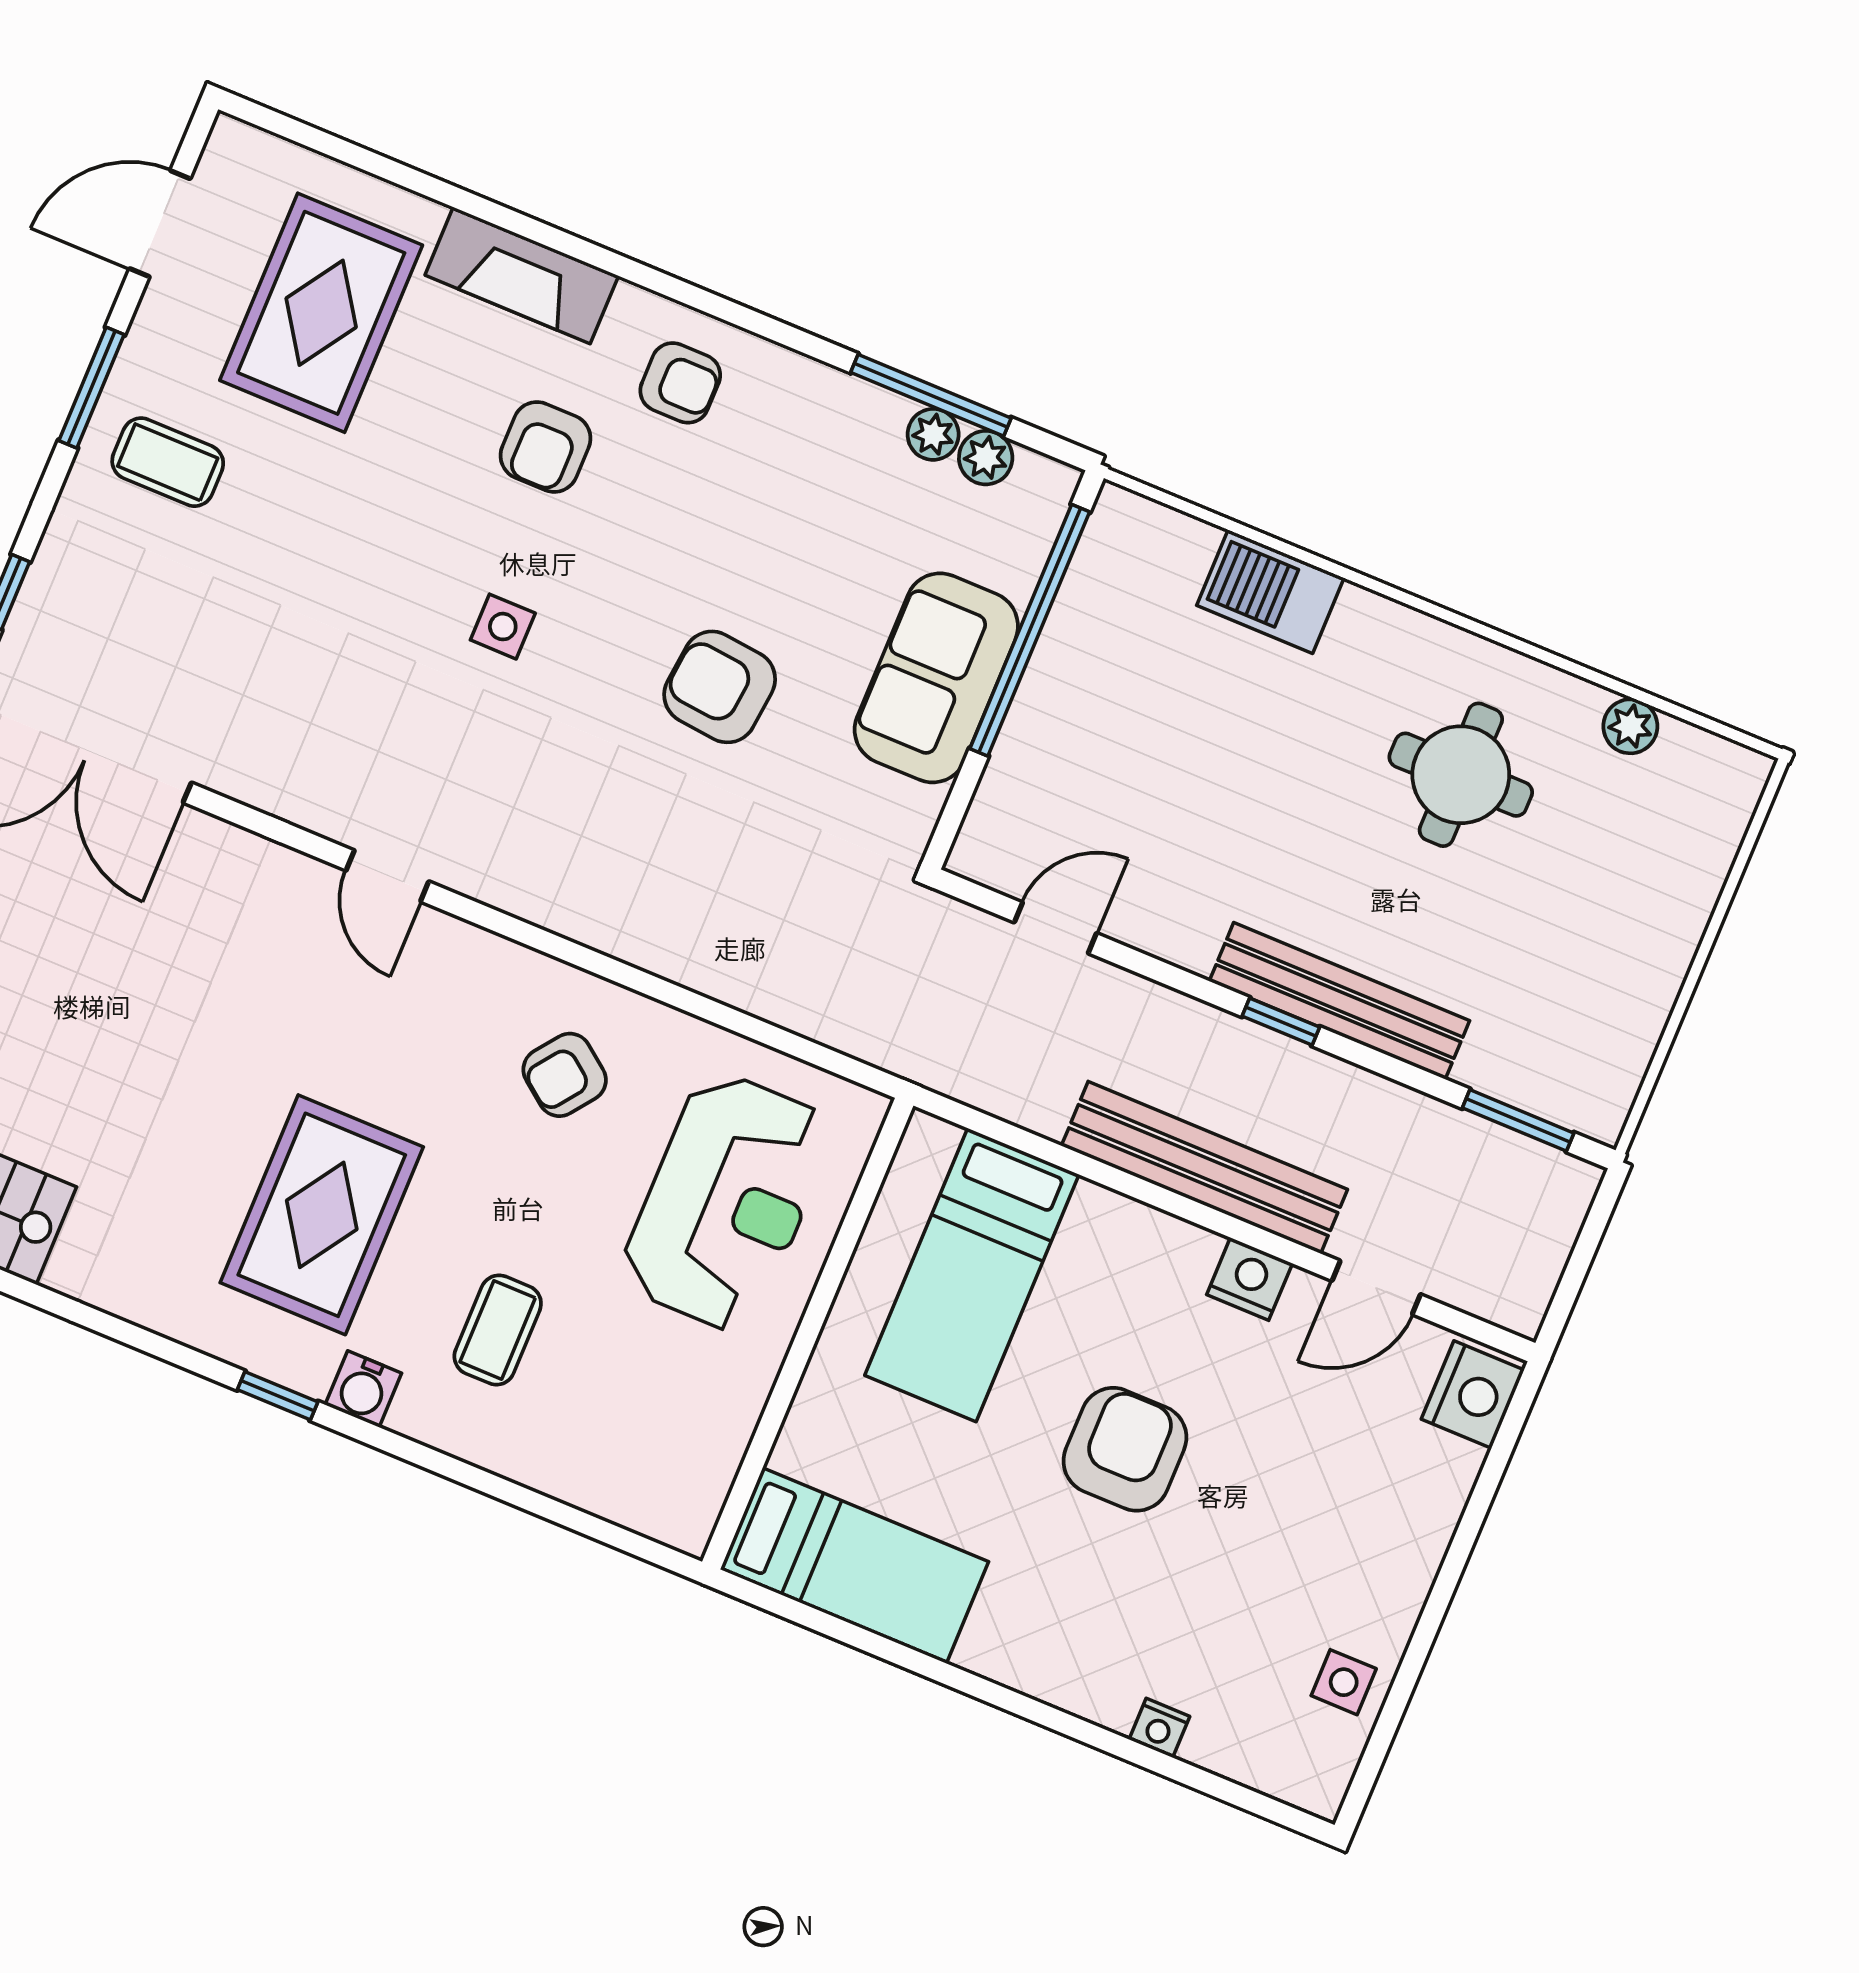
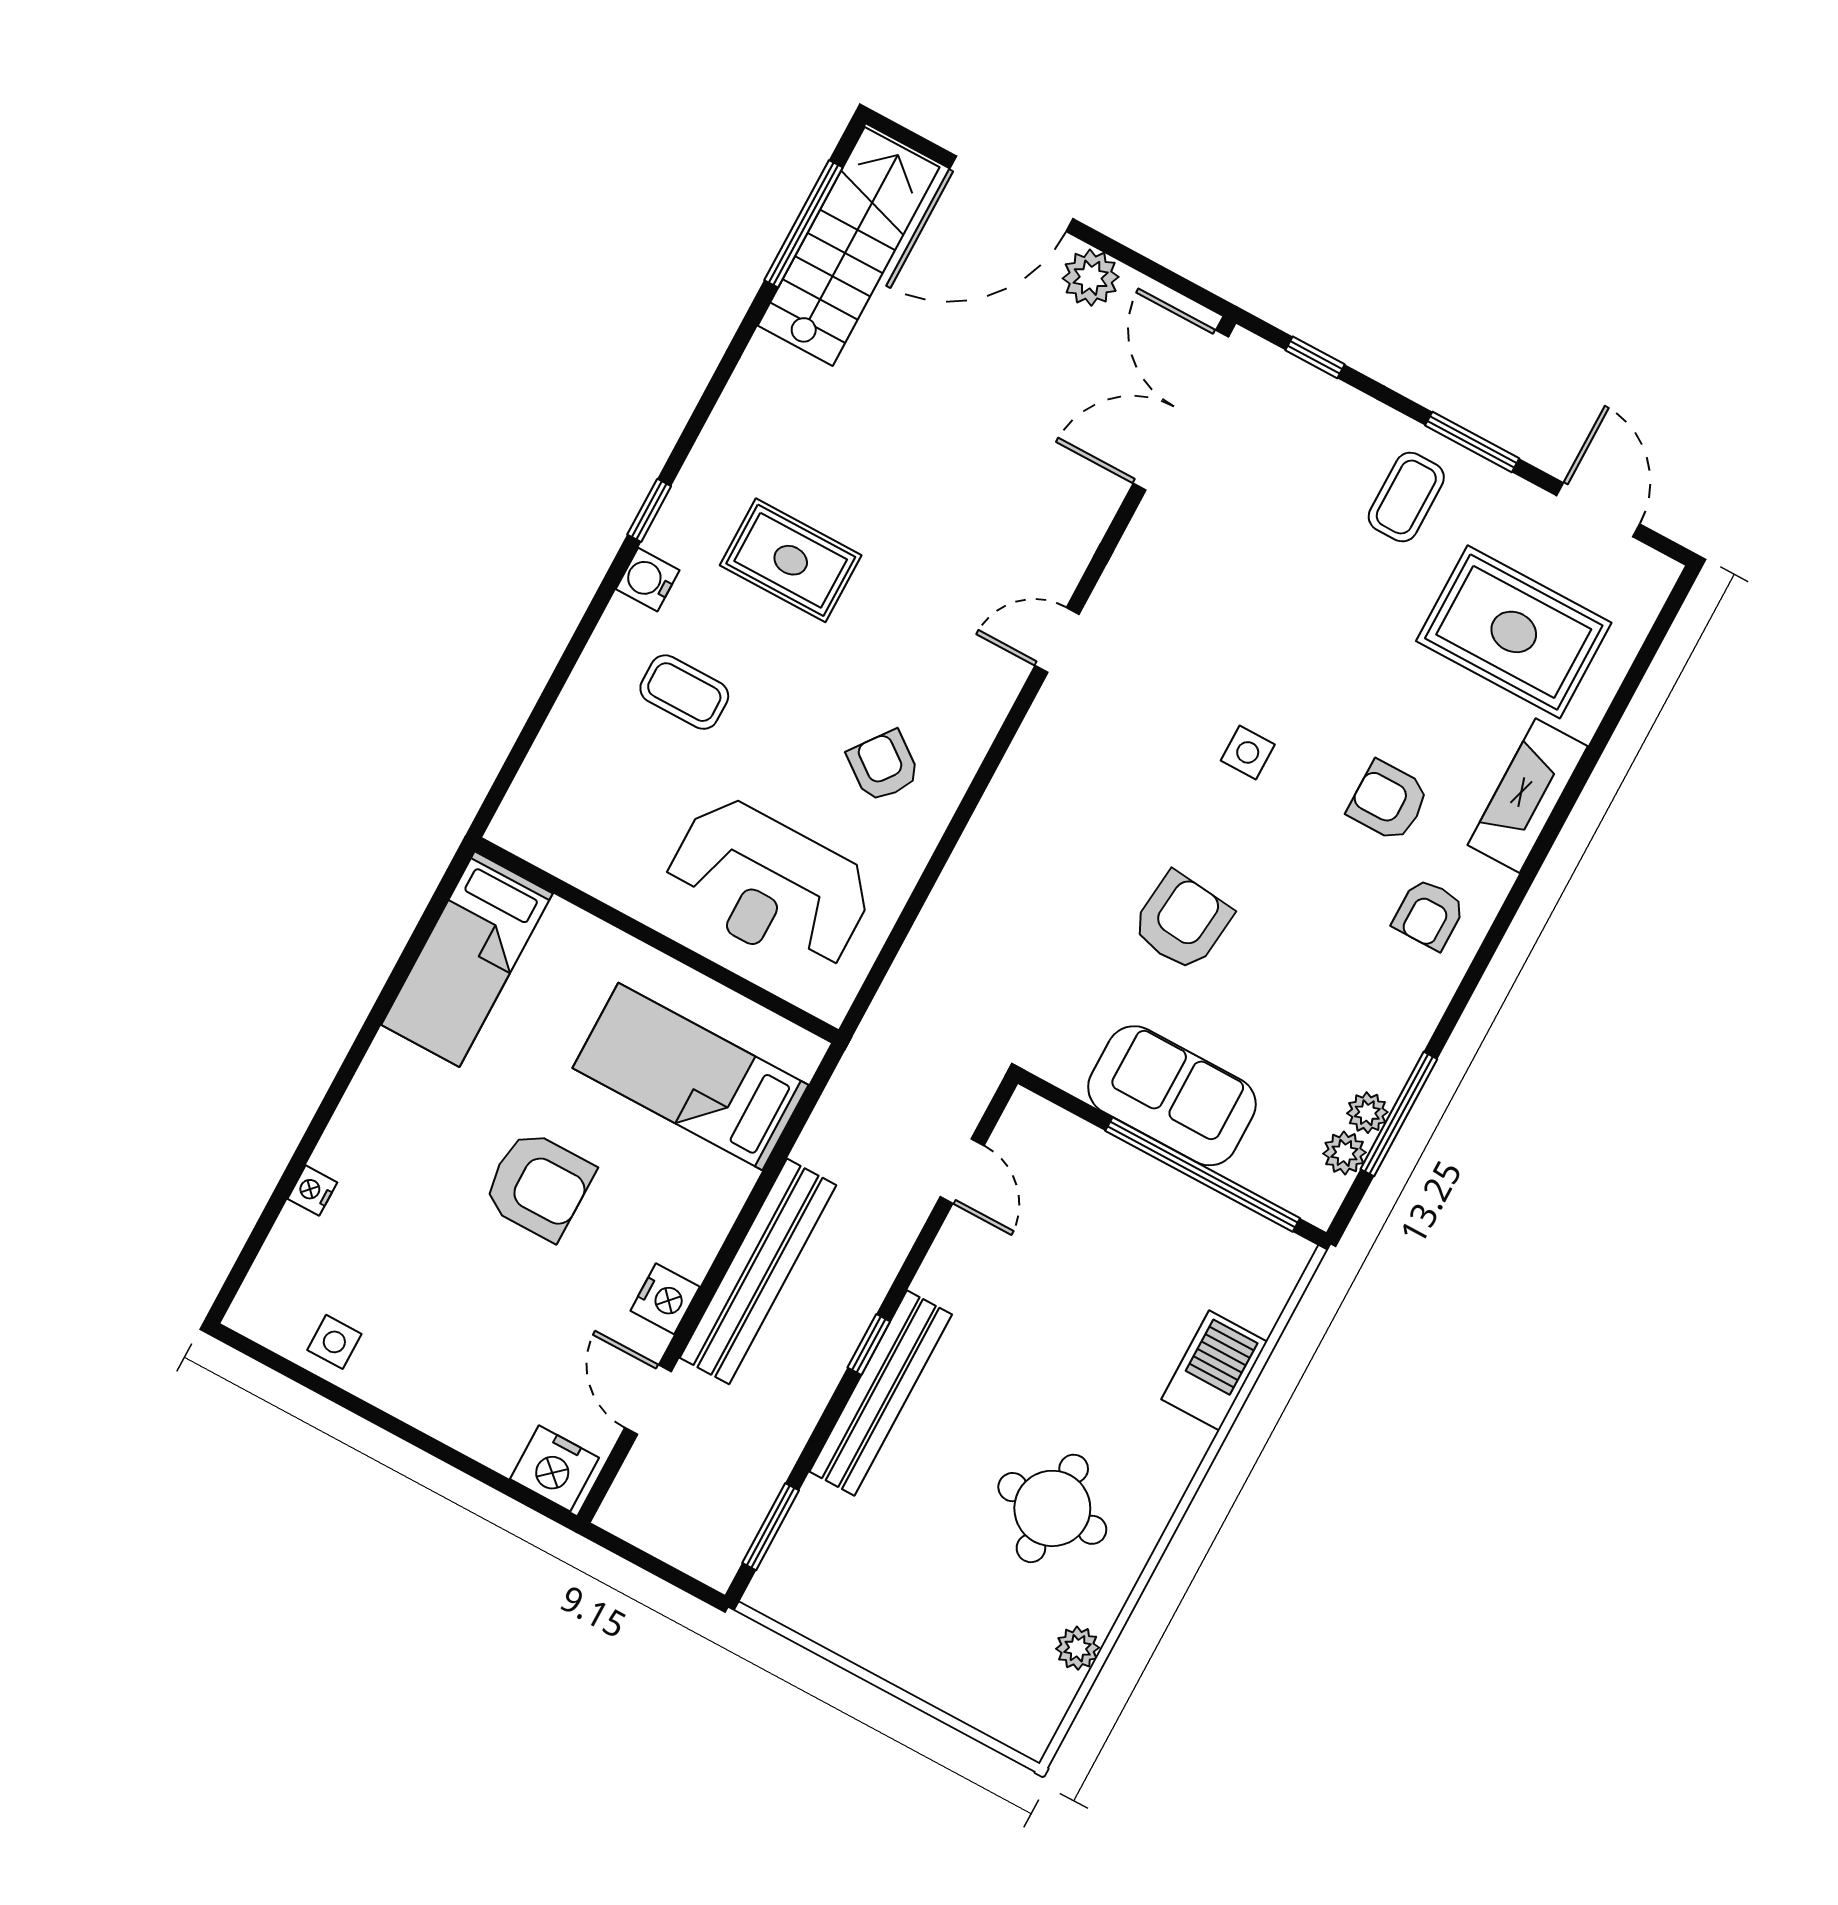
rug: (322, 1215) -> (791, 560), width x0.73, depth x0.70

